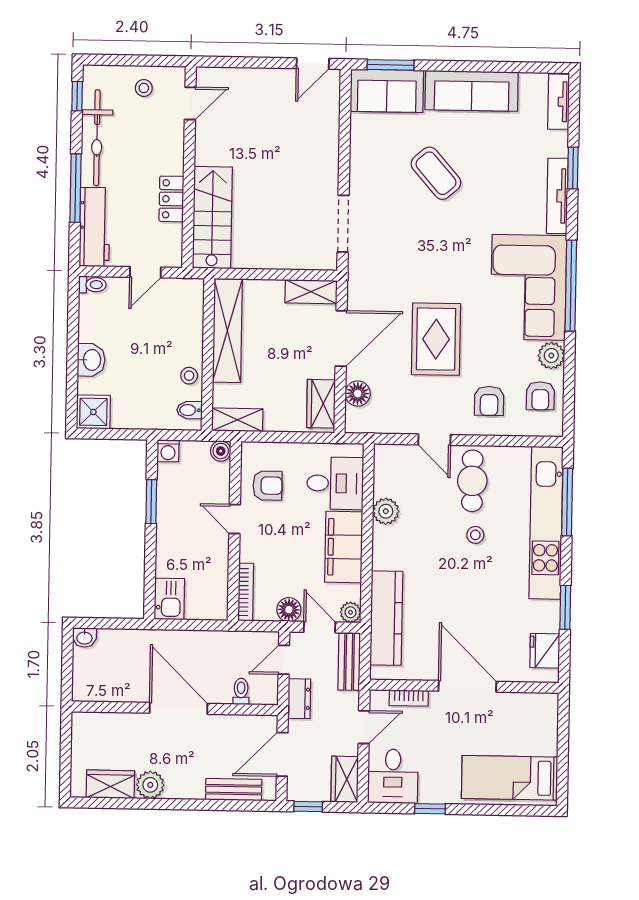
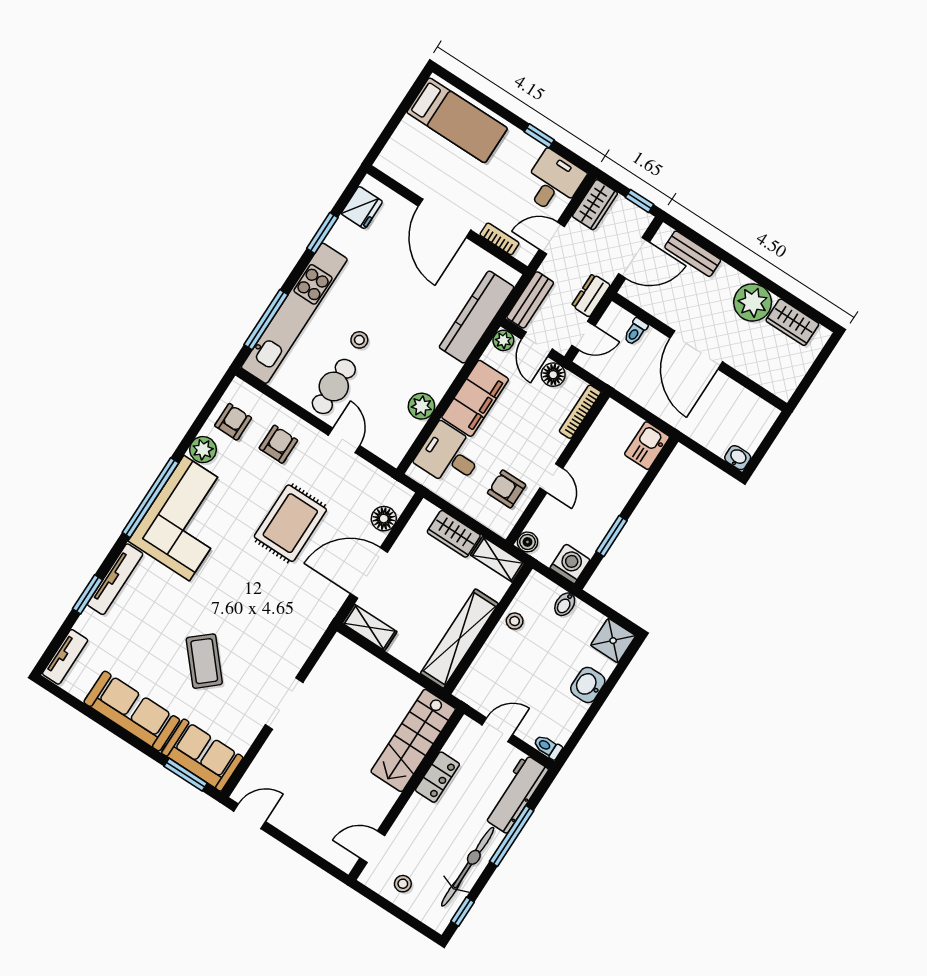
doorway: (343, 224) -> (284, 704), moved
wardrobe: (321, 404) -> (454, 534), moved, turned 90
bidet: (189, 410) -> (565, 604), moved, turned 90
washing machine: (168, 451) -> (570, 564), width x1.38, depth x1.38
plant: (150, 785) -> (753, 302), width x1.36, depth x1.36

